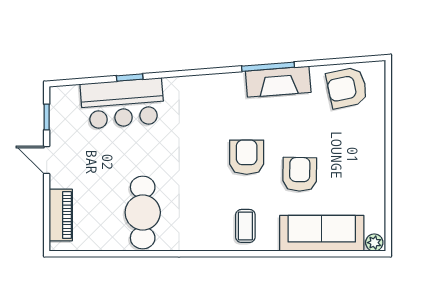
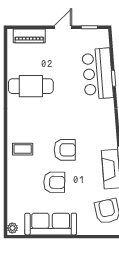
sofa: (322, 233) -> (51, 224), moved, turned -90

